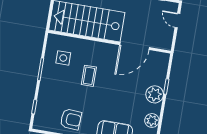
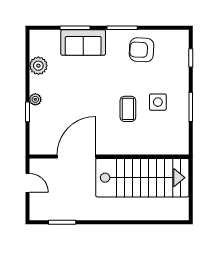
door: (177, 21) -> (27, 183), moved
side table: (63, 58) -> (158, 102), moved
plant: (155, 94) -> (35, 99), width x0.53, depth x0.53

